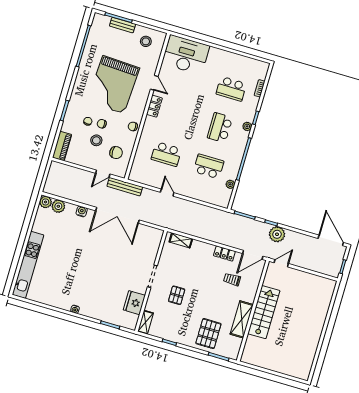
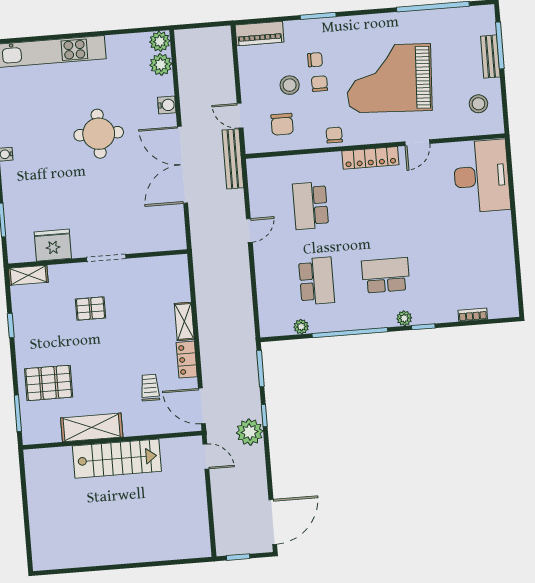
school desk: (231, 89) -> (455, 270), removed
locker: (154, 106) -> (370, 158), width x1.53
shelving: (181, 240) -> (184, 321), moved
round table: (83, 254) -> (99, 134), added

